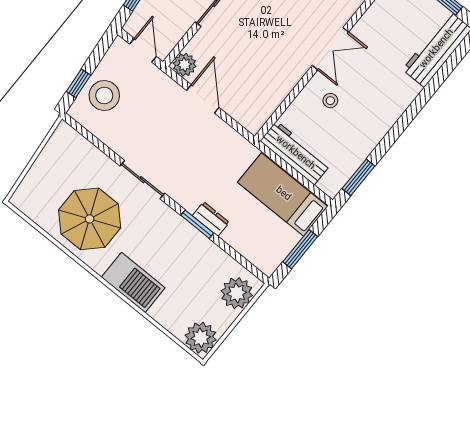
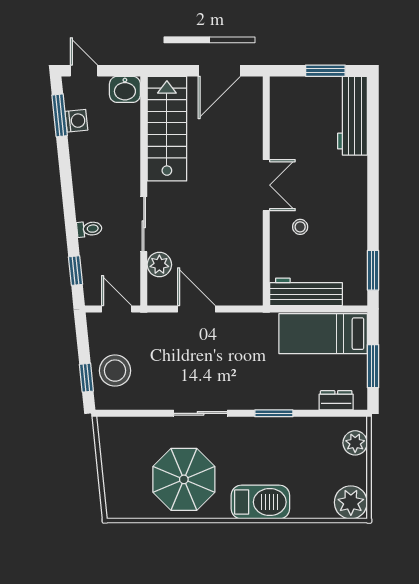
plant: (184, 65) -> (159, 265), moved
dresser: (211, 219) -> (336, 400), moved
plant: (237, 293) -> (355, 443), width x0.73, depth x0.73

